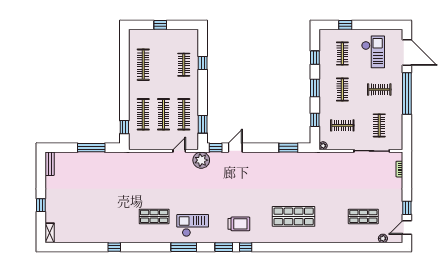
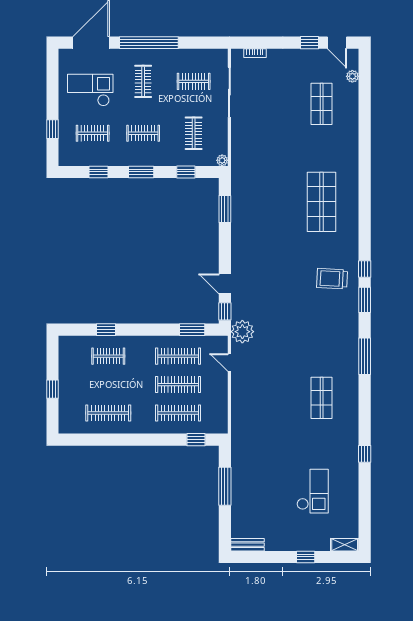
trolley: (239, 224) -> (332, 279), turned -87
checkout: (193, 225) -> (313, 491), moved, turned 180

